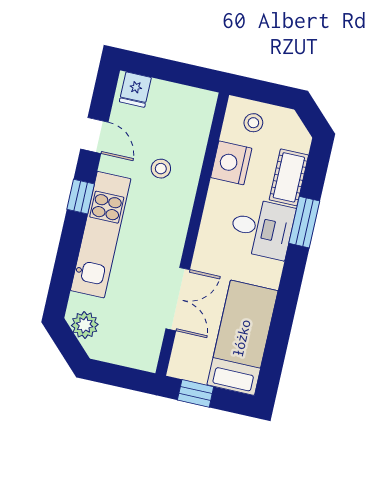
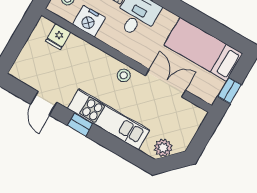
fridge: (135, 90) -> (58, 37), moved, turned 90
door: (94, 135) -> (44, 103), swing flipped
stool: (161, 169) -> (124, 75), moved

